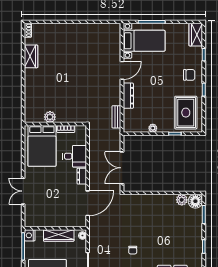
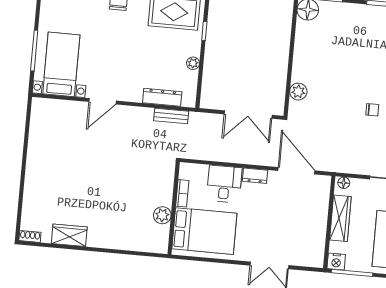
door: (122, 70) -> (103, 101), swing flipped
dresser: (128, 96) -> (162, 97), moved
plant: (182, 200) -> (298, 92), moved

